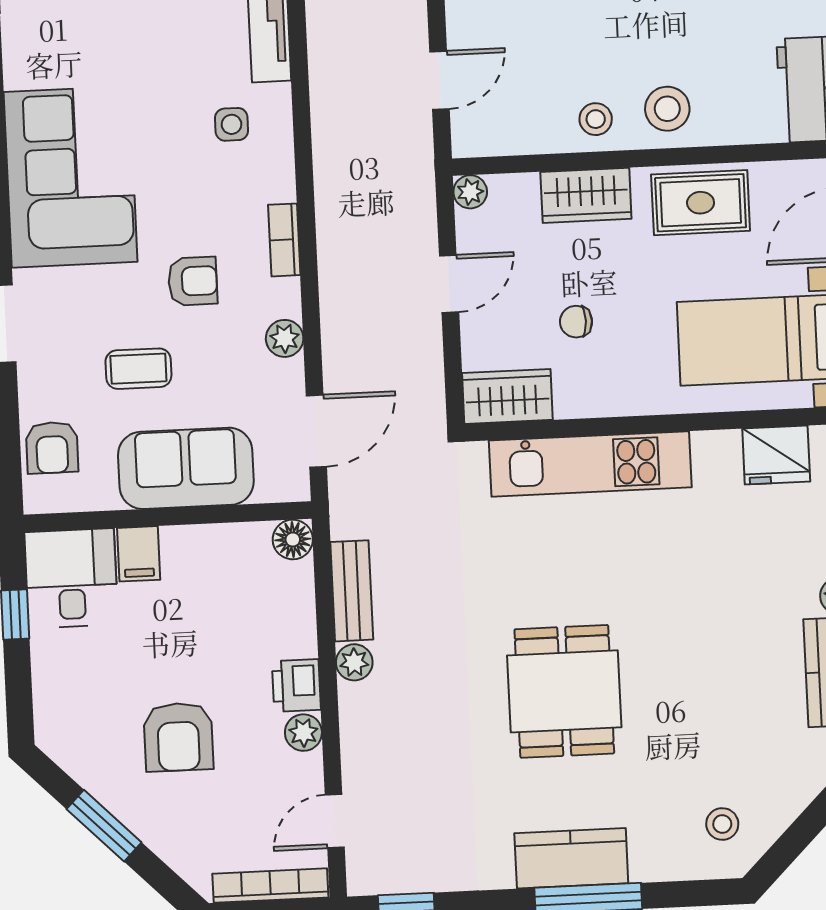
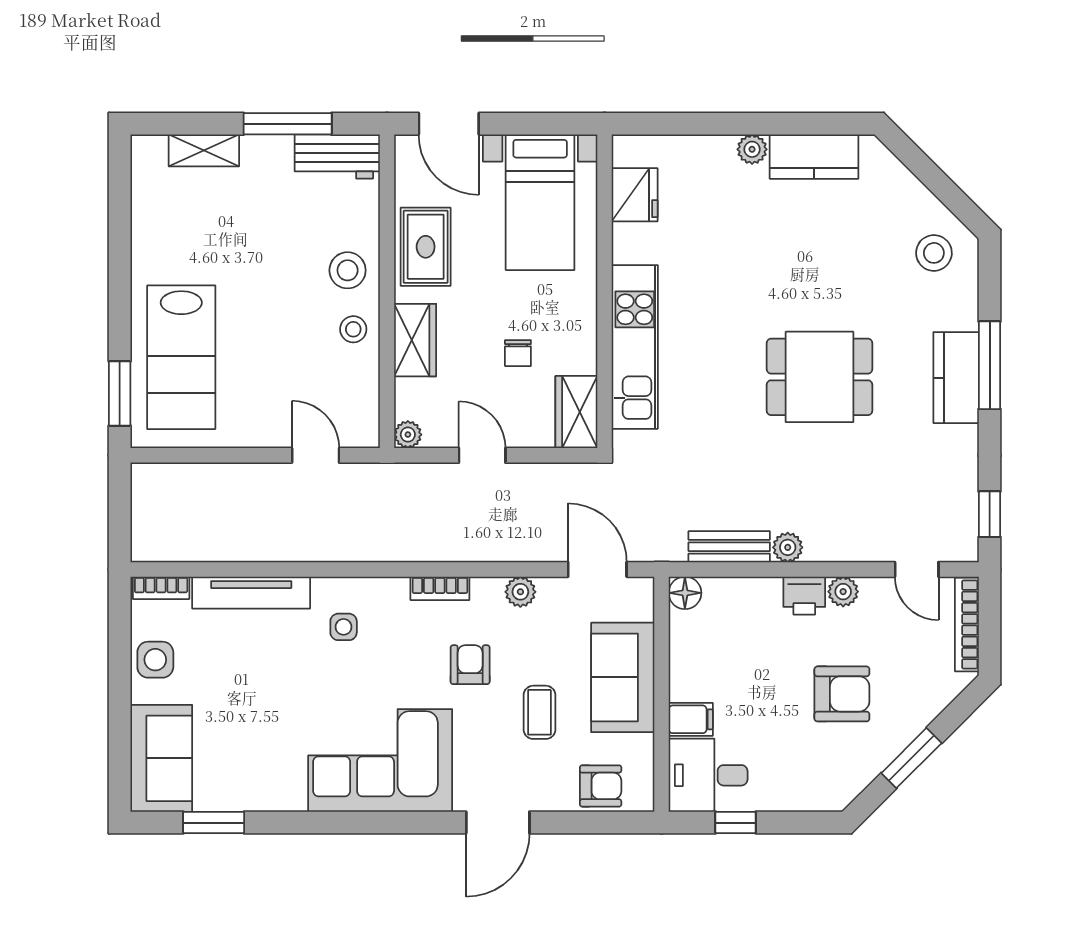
stool: (722, 824) -> (934, 253), width x1.37, depth x1.37

